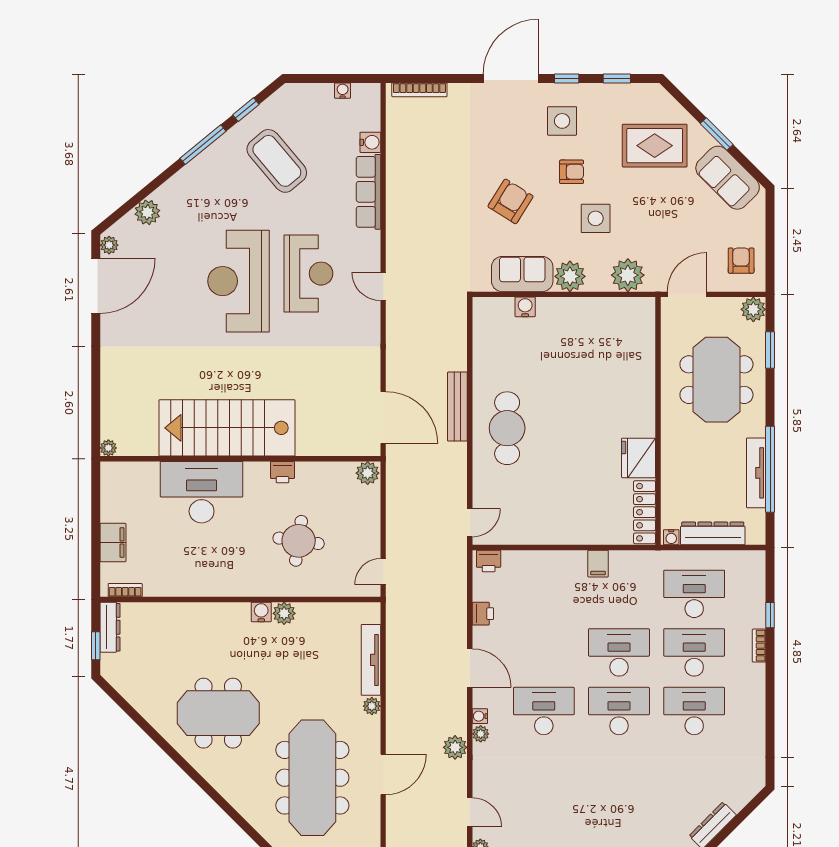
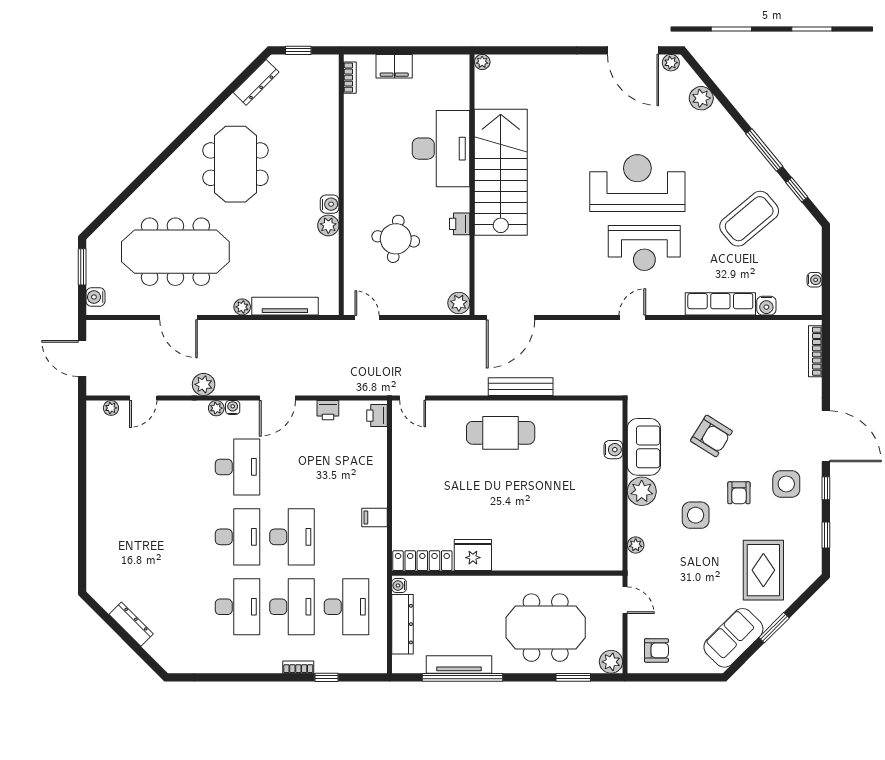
plant: (628, 275) -> (636, 545), width x0.53, depth x0.53
door: (687, 294) -> (625, 600), width x0.73
dresser: (110, 627) -> (256, 82), moved, turned -45

